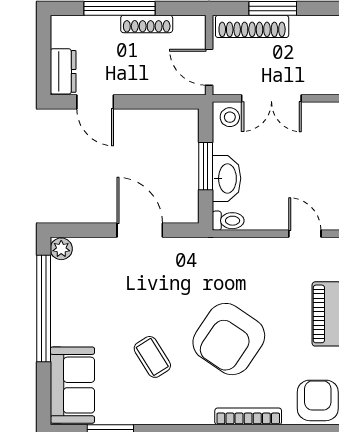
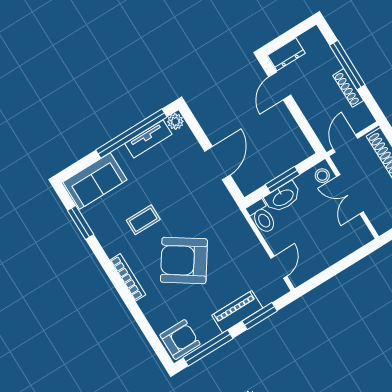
toilet: (228, 221) -> (262, 217), width x1.37, depth x1.39
tv unit: (62, 293) -> (148, 139), added
coffee table: (152, 357) -> (143, 220), turned 32
bookcase: (248, 416) -> (128, 277), moved

